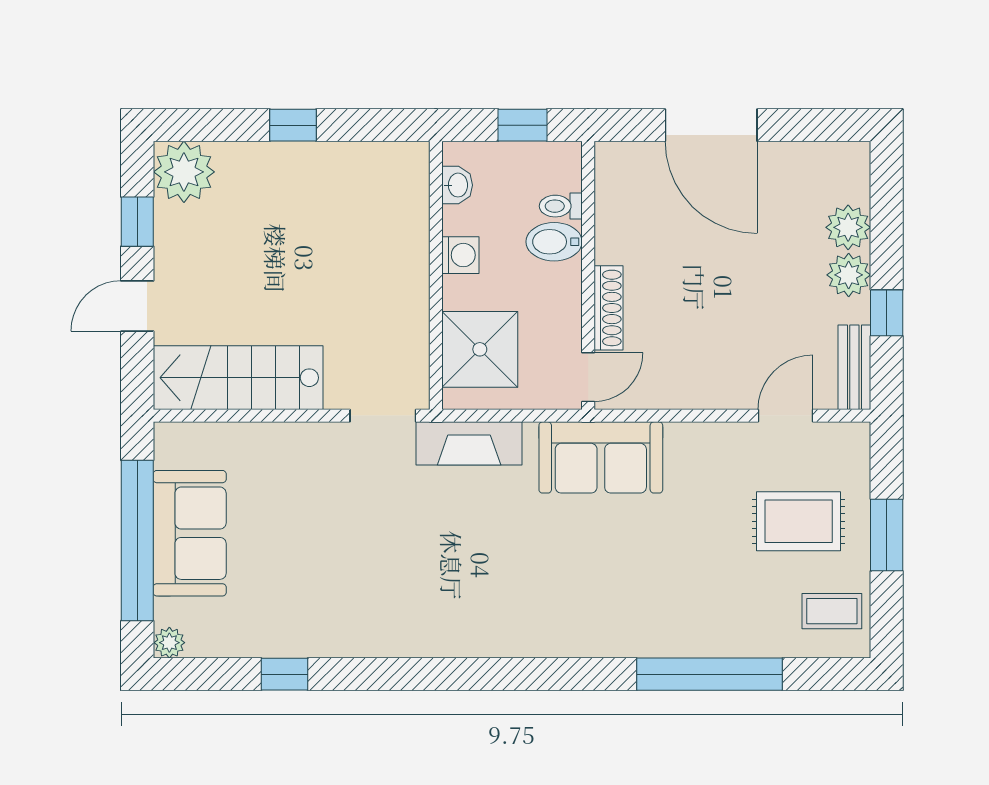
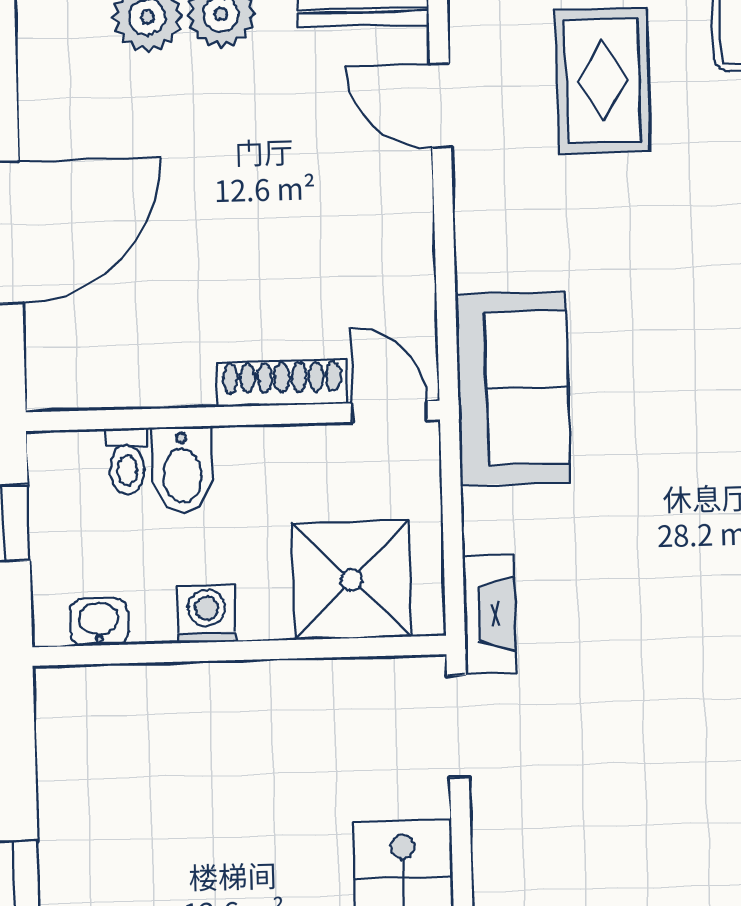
fireplace: (469, 443) -> (489, 614), width x0.73, depth x0.76

